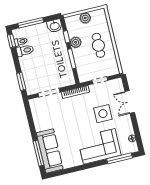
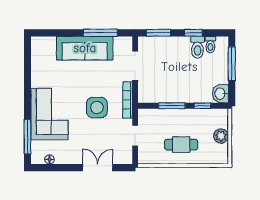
window: (11, 41) -> (193, 33), moved
plant: (76, 42) -> (192, 116), removed
side table: (103, 114) -> (97, 108), moved
sofa: (50, 151) -> (85, 48), moved
window: (38, 153) -> (100, 33), moved

